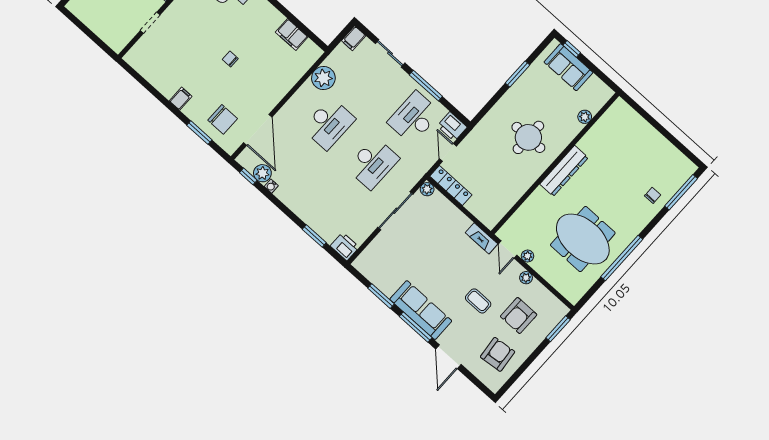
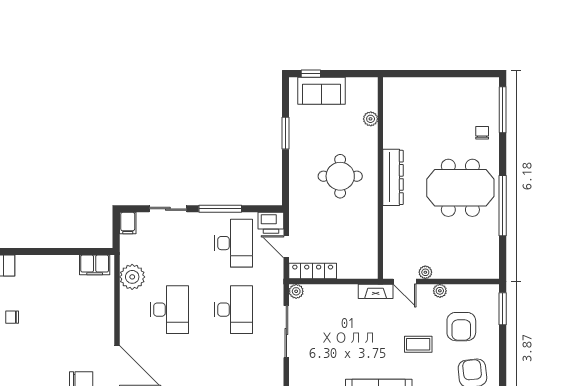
filing cabinet: (292, 35) -> (95, 265), moved
chair: (230, 59) -> (12, 317), moved
desk: (414, 117) -> (234, 243), turned 180
meeting table: (583, 239) -> (460, 188), moved

